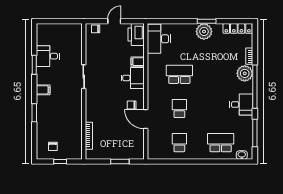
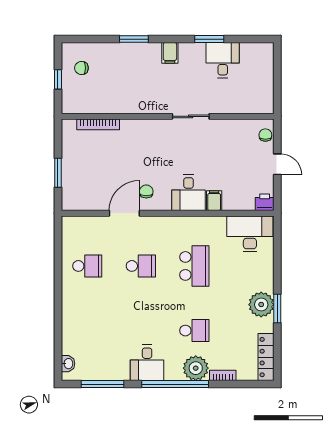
printer: (136, 35) -> (265, 202), width x0.53, depth x0.68
school desk: (221, 143) -> (194, 331), moved, width x0.54

